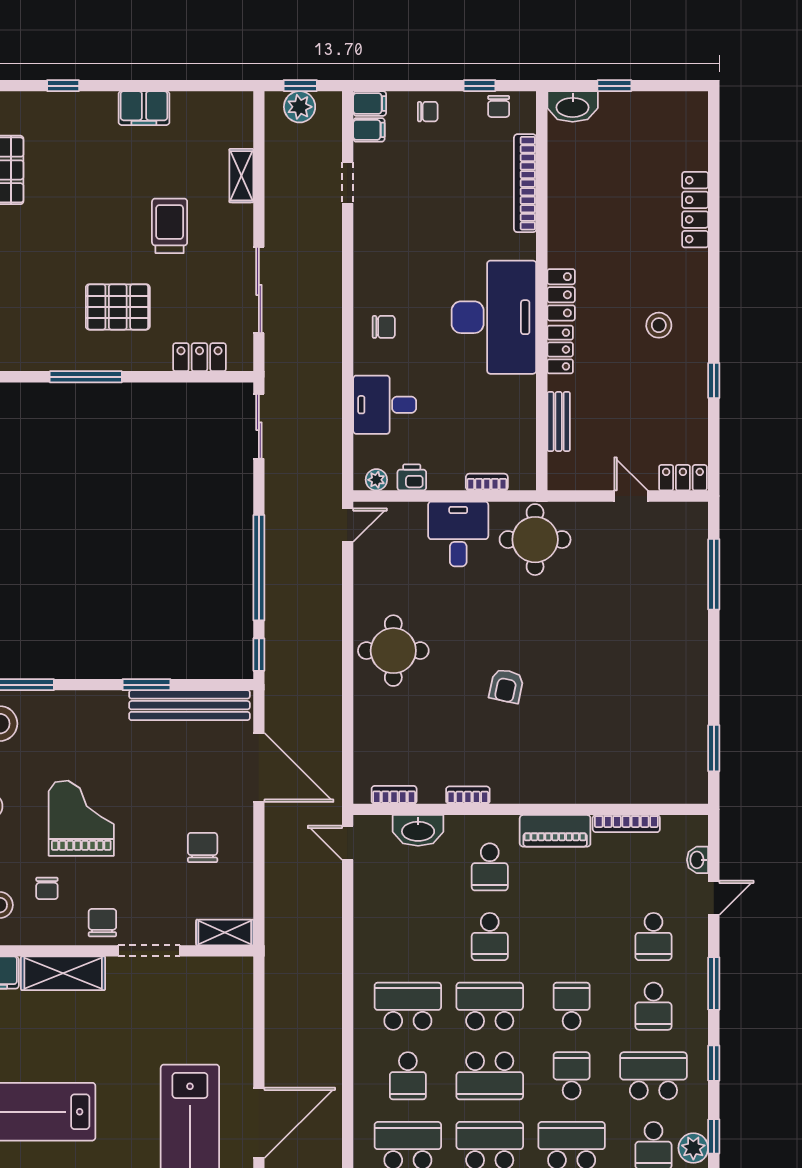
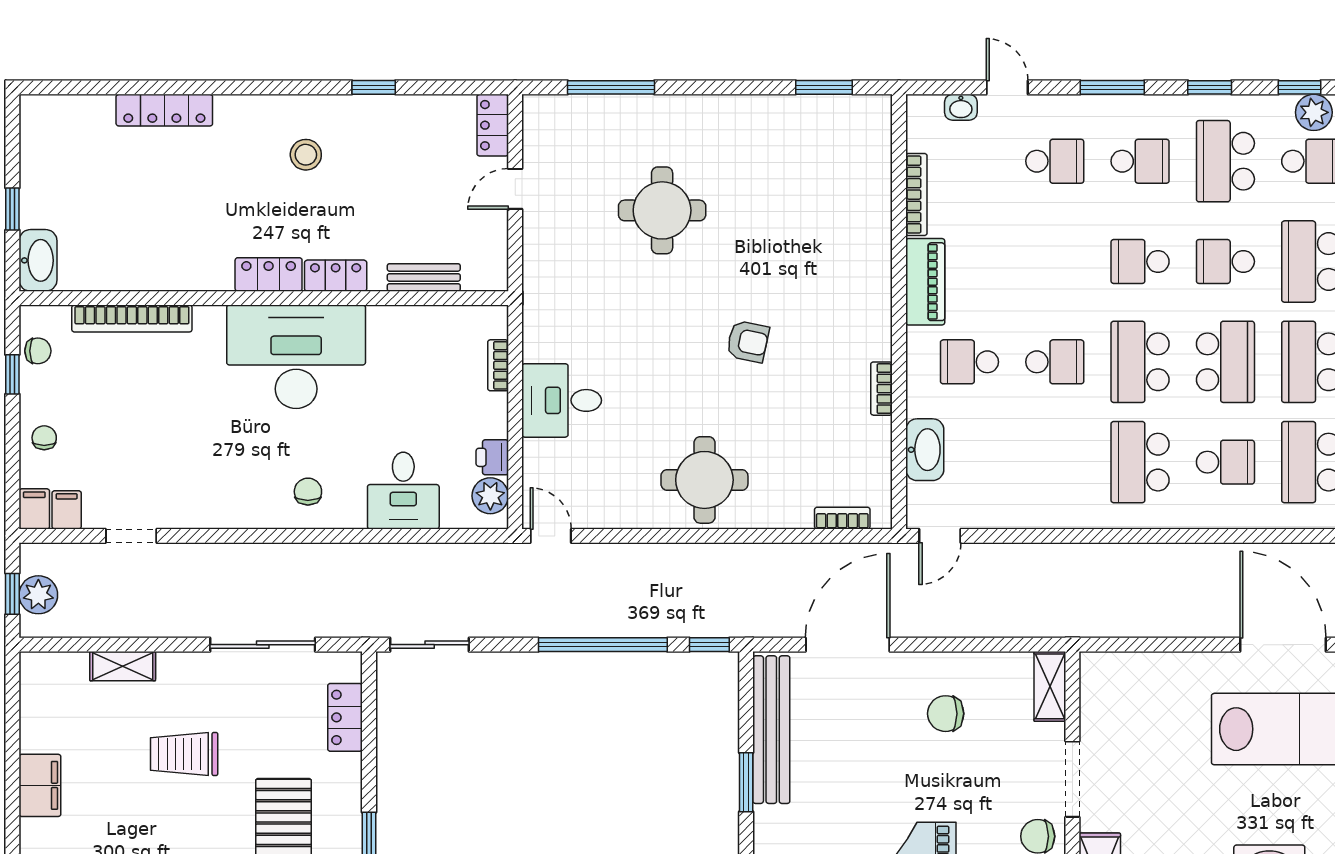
plant: (376, 480) -> (490, 496), width x1.38, depth x1.38
round table: (535, 540) -> (662, 210), moved
bookcase: (394, 795) -> (842, 518), moved, turned 90
school desk: (490, 867) -> (969, 362), turned 180

